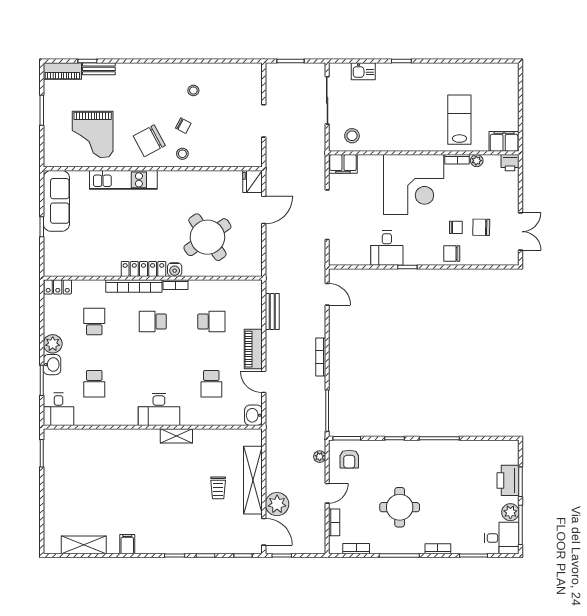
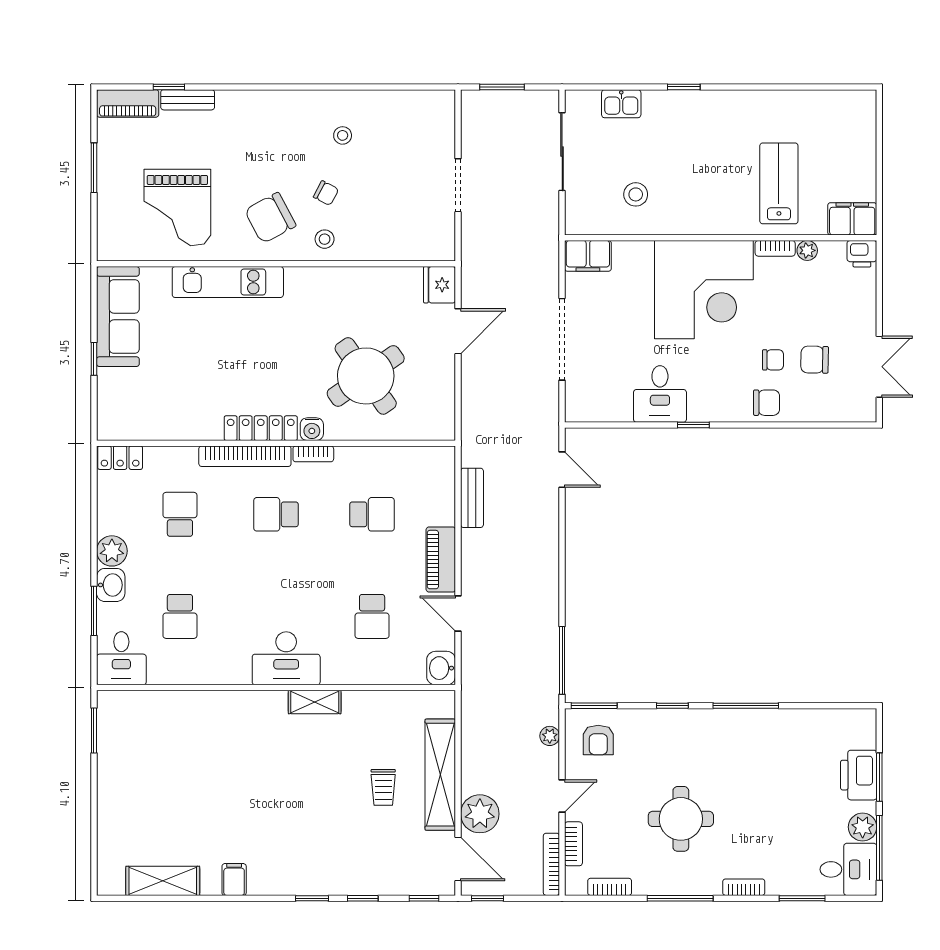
stool: (352, 136) -> (636, 194), moved
chair: (452, 253) -> (766, 403), turned 180
bookcase: (321, 357) -> (551, 864), moved

